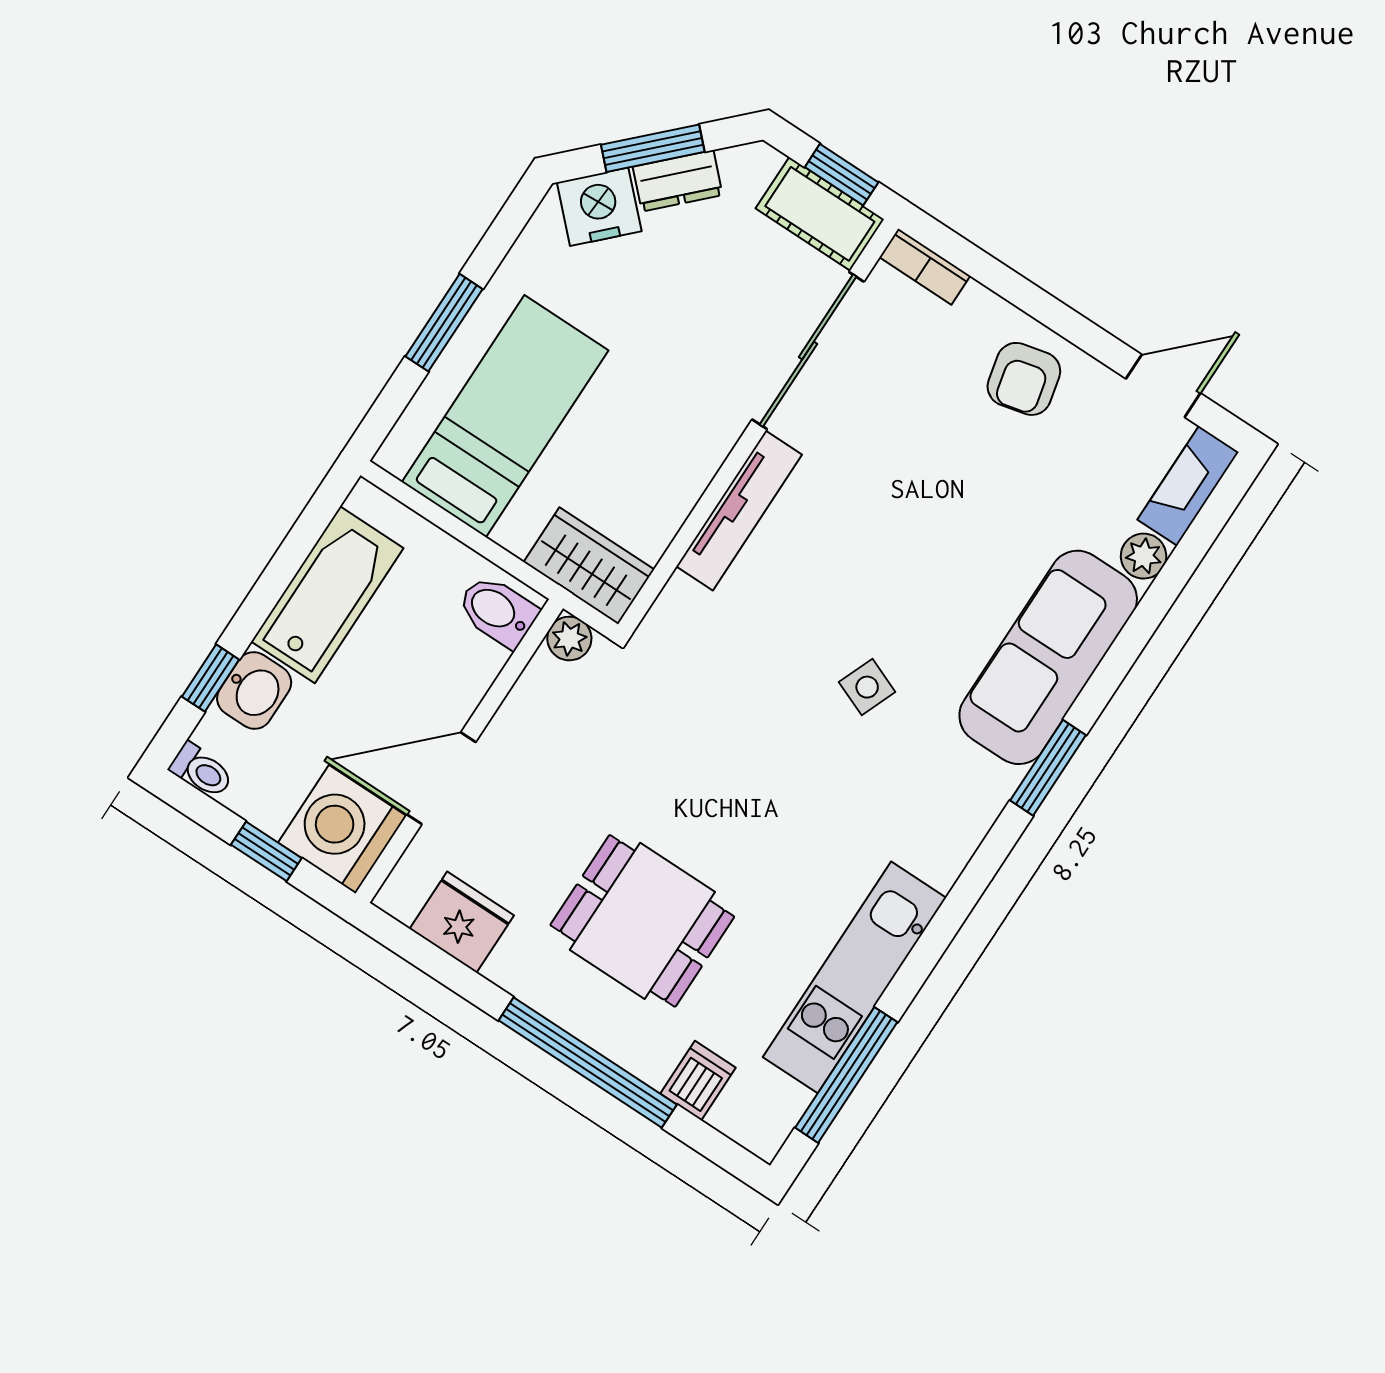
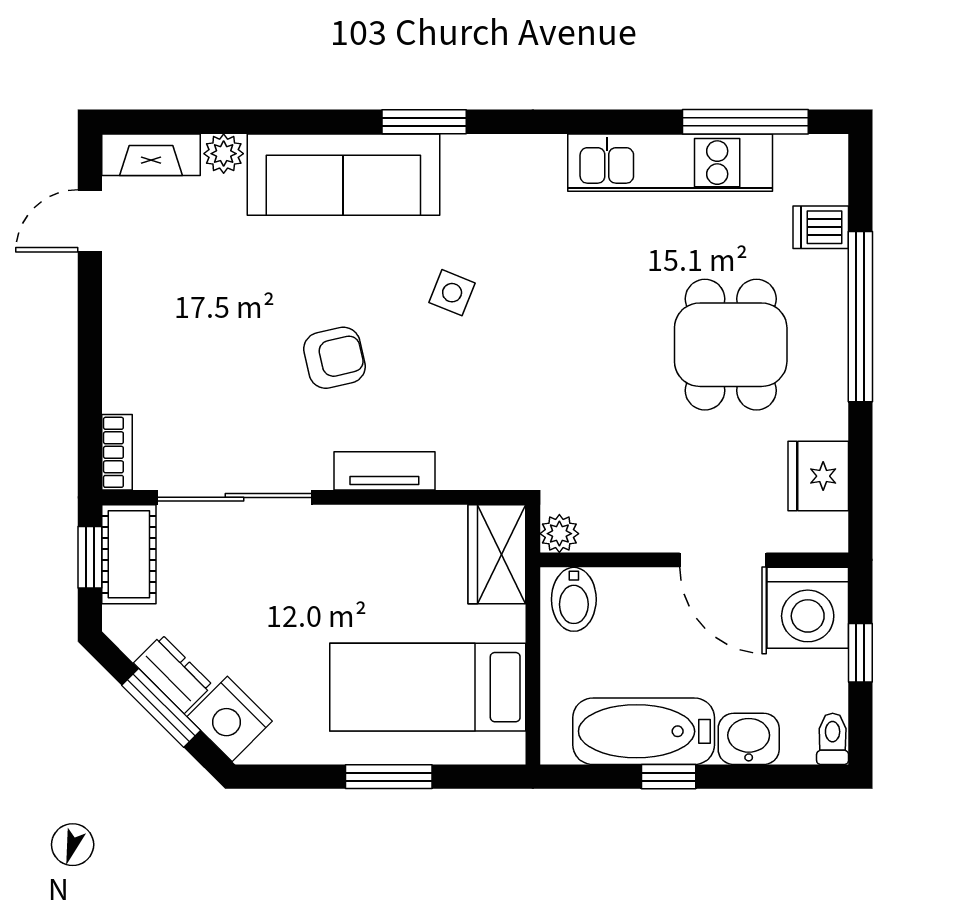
armchair: (1024, 379) -> (335, 358), moved
door: (1163, 386) -> (90, 221), hinge flipped
tv unit: (739, 511) -> (384, 471), width x0.71
window: (211, 678) -> (669, 777), moved

